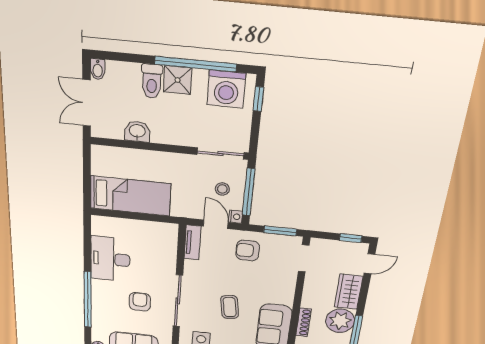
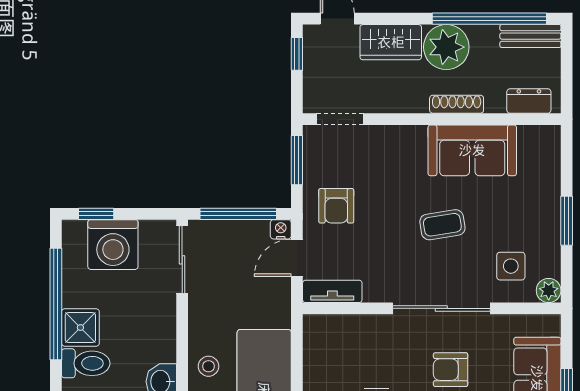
washing machine: (226, 89) -> (113, 245), moved, turned 90
stool: (222, 189) -> (209, 366), moved

